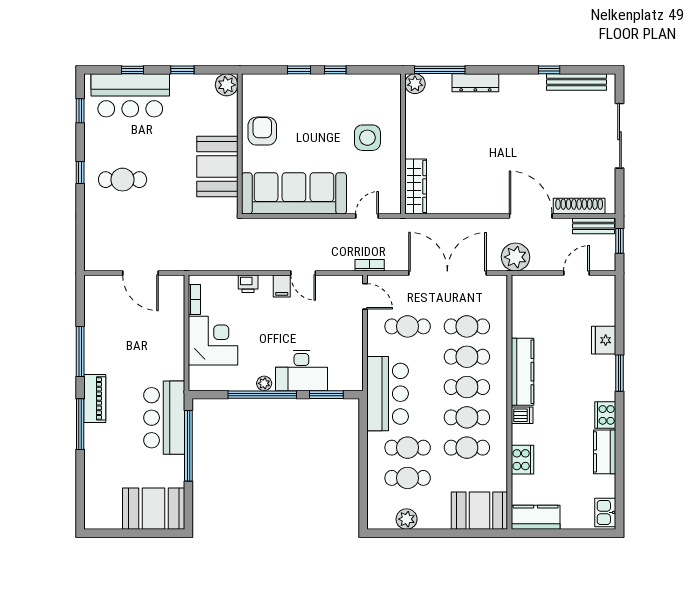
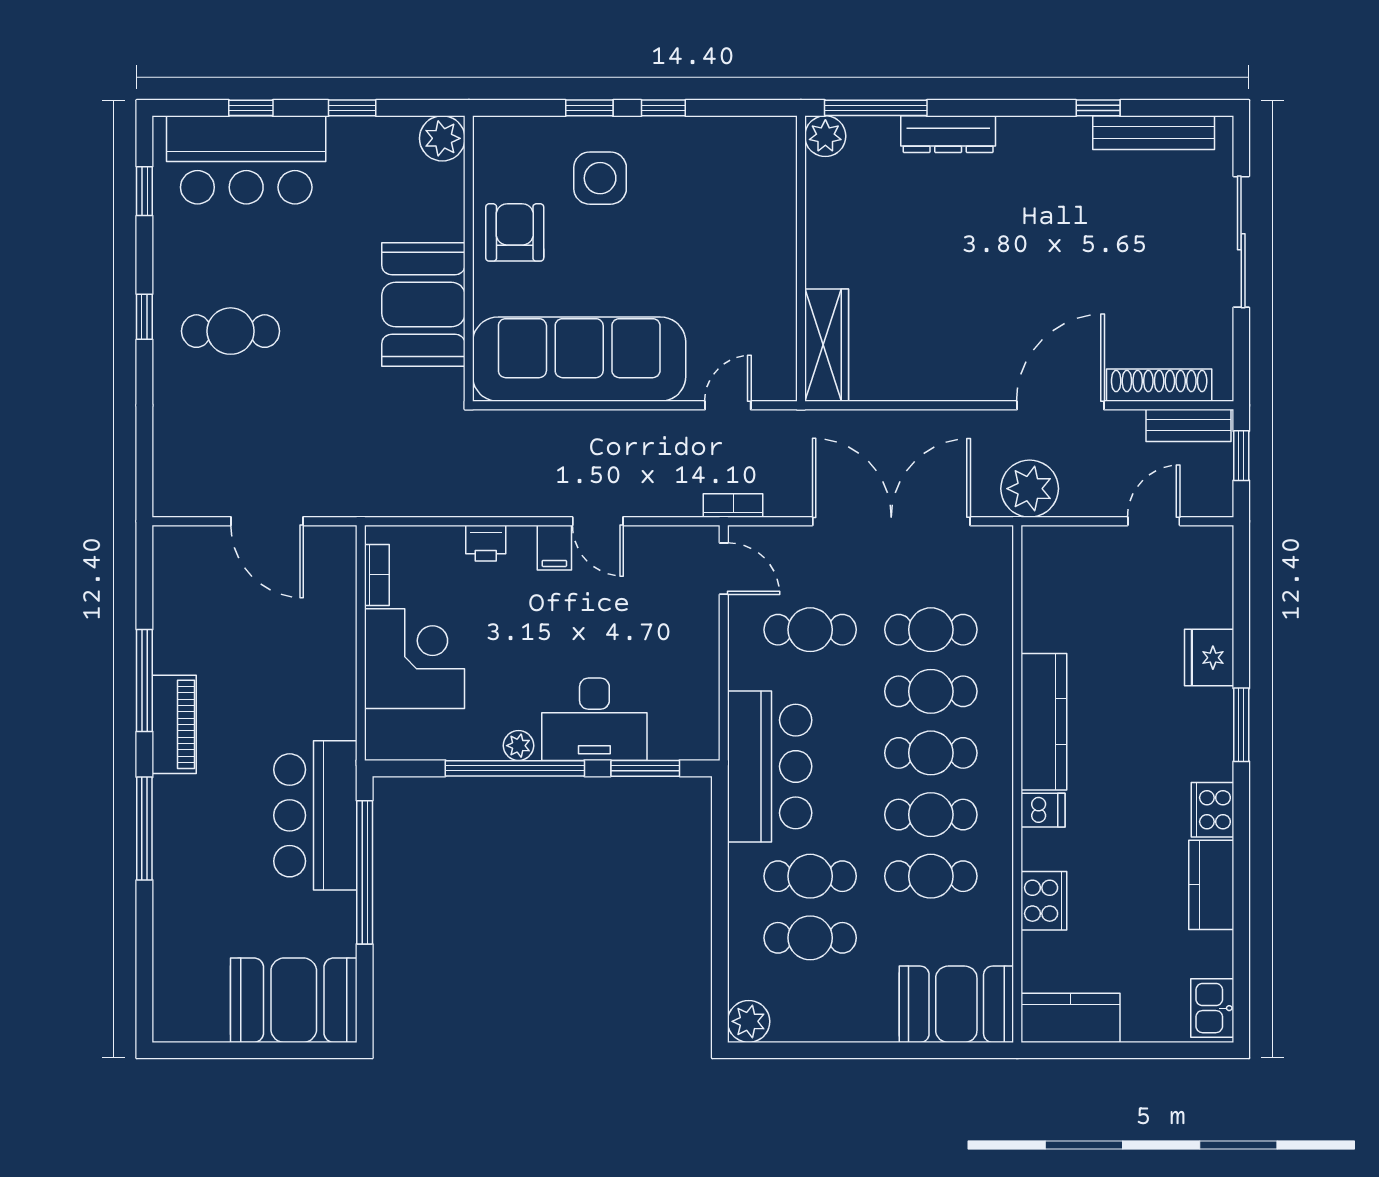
side table: (367, 138) -> (600, 178), moved
door: (531, 216) -> (1060, 405), hinge flipped
piano: (95, 398) -> (174, 724), moved
plant: (407, 519) -> (749, 1021), moved

